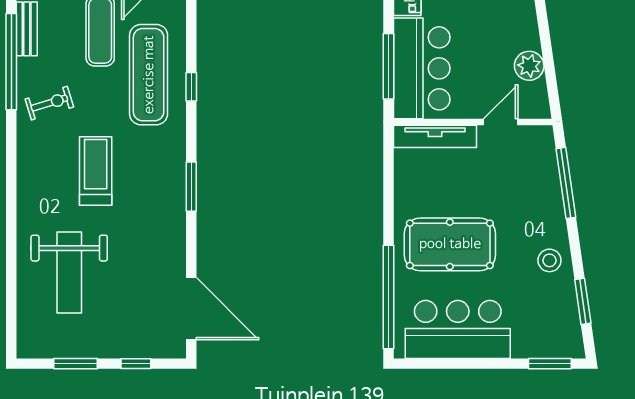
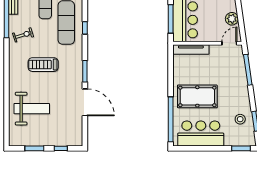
door: (501, 122) -> (229, 43), moved
treadmill: (96, 171) -> (43, 65), turned -90
stool: (549, 260) -> (240, 119), moved
weight bench: (69, 272) -> (32, 109), turned -90
door: (191, 309) -> (85, 102), moved

